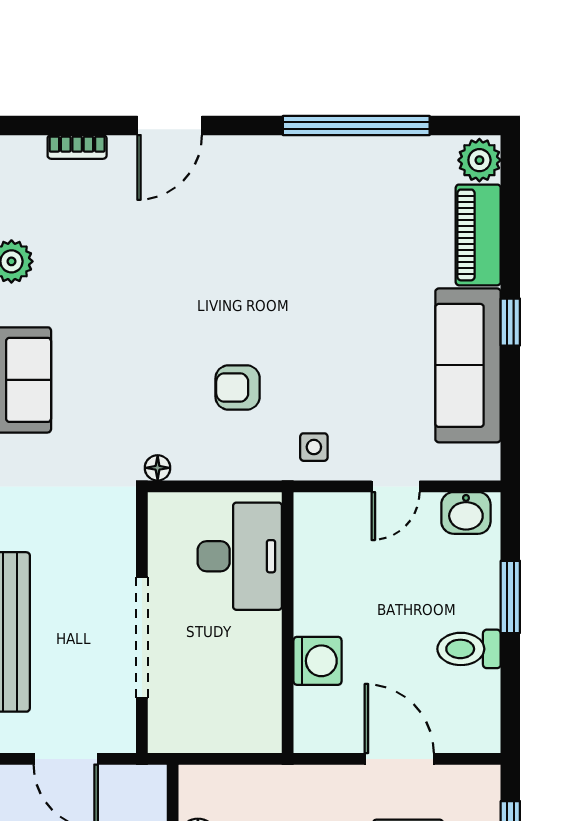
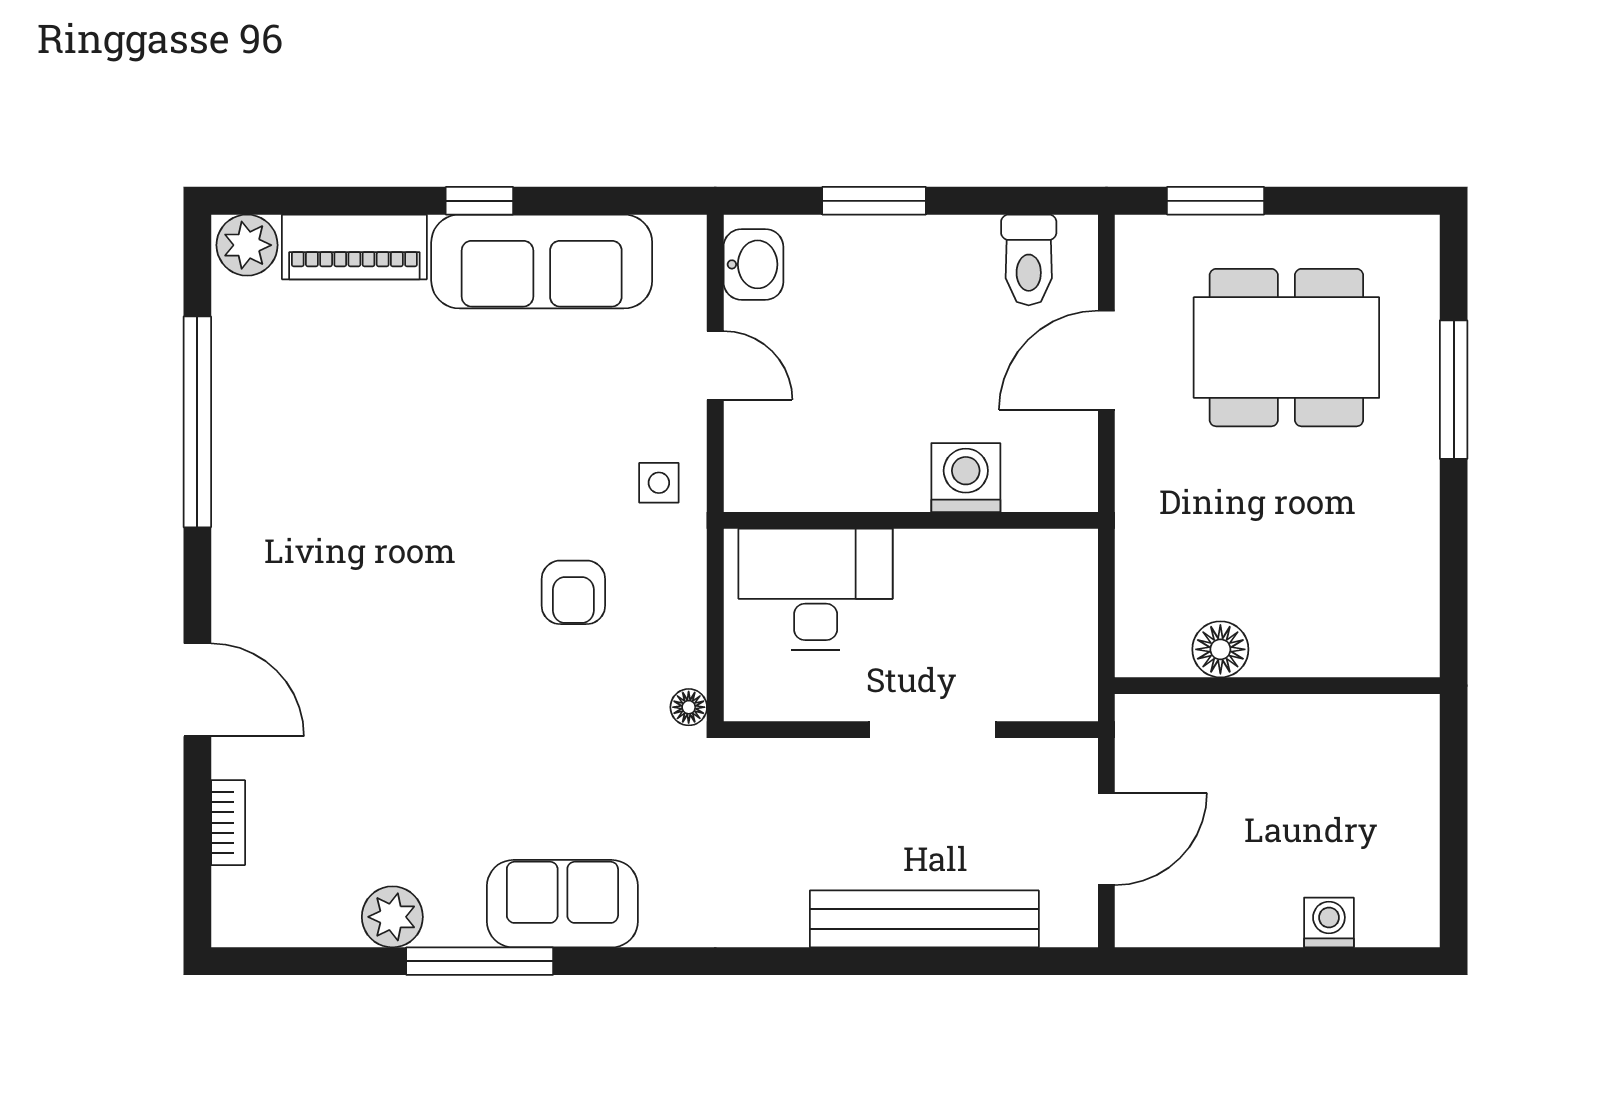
doorway: (142, 638) -> (932, 730), width x0.73
toilet: (469, 649) -> (1029, 260), moved

